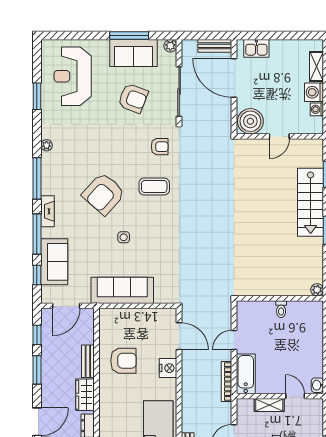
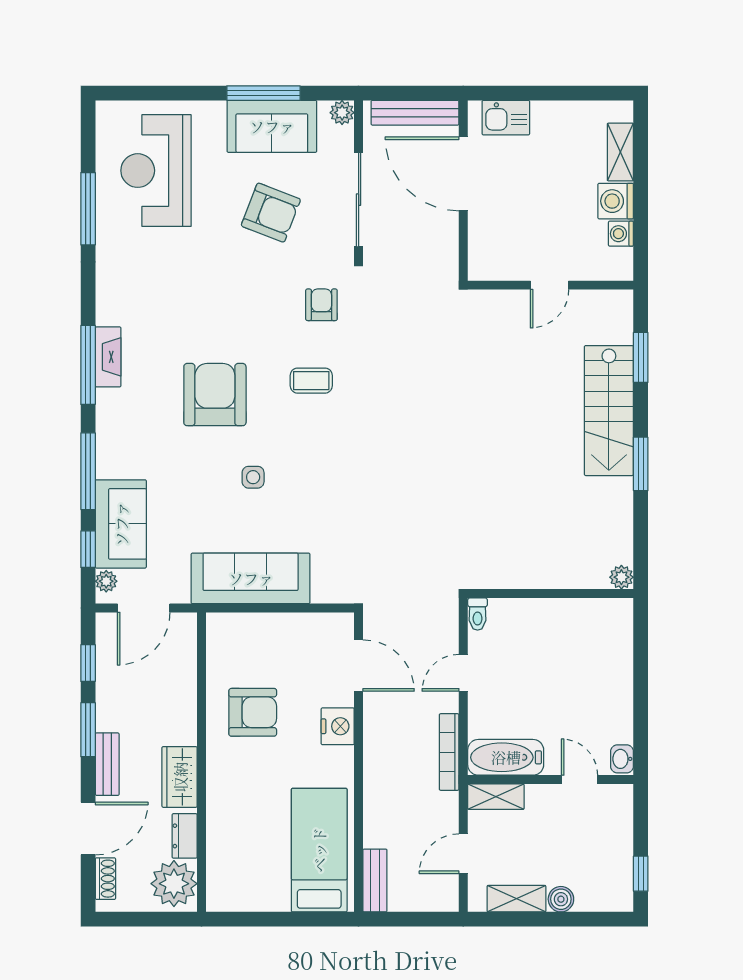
bench: (215, 46) -> (415, 113), width x1.36
window: (37, 96) -> (88, 209), width x1.44
boiler: (250, 121) -> (494, 256), removed
plant: (46, 145) -> (106, 581), moved
armchair: (160, 147) -> (321, 305), turned -90
coffee table: (154, 187) -> (311, 381), width x0.73, depth x0.77
armchair: (104, 194) -> (215, 395), turned 138
fireplace: (47, 211) -> (108, 357), moved
toilet: (281, 309) -> (478, 614), moved
bench: (88, 361) -> (107, 764), moved
bathtub: (246, 374) -> (506, 757), moved, turned -90
shelving: (269, 405) -> (496, 797), moved

